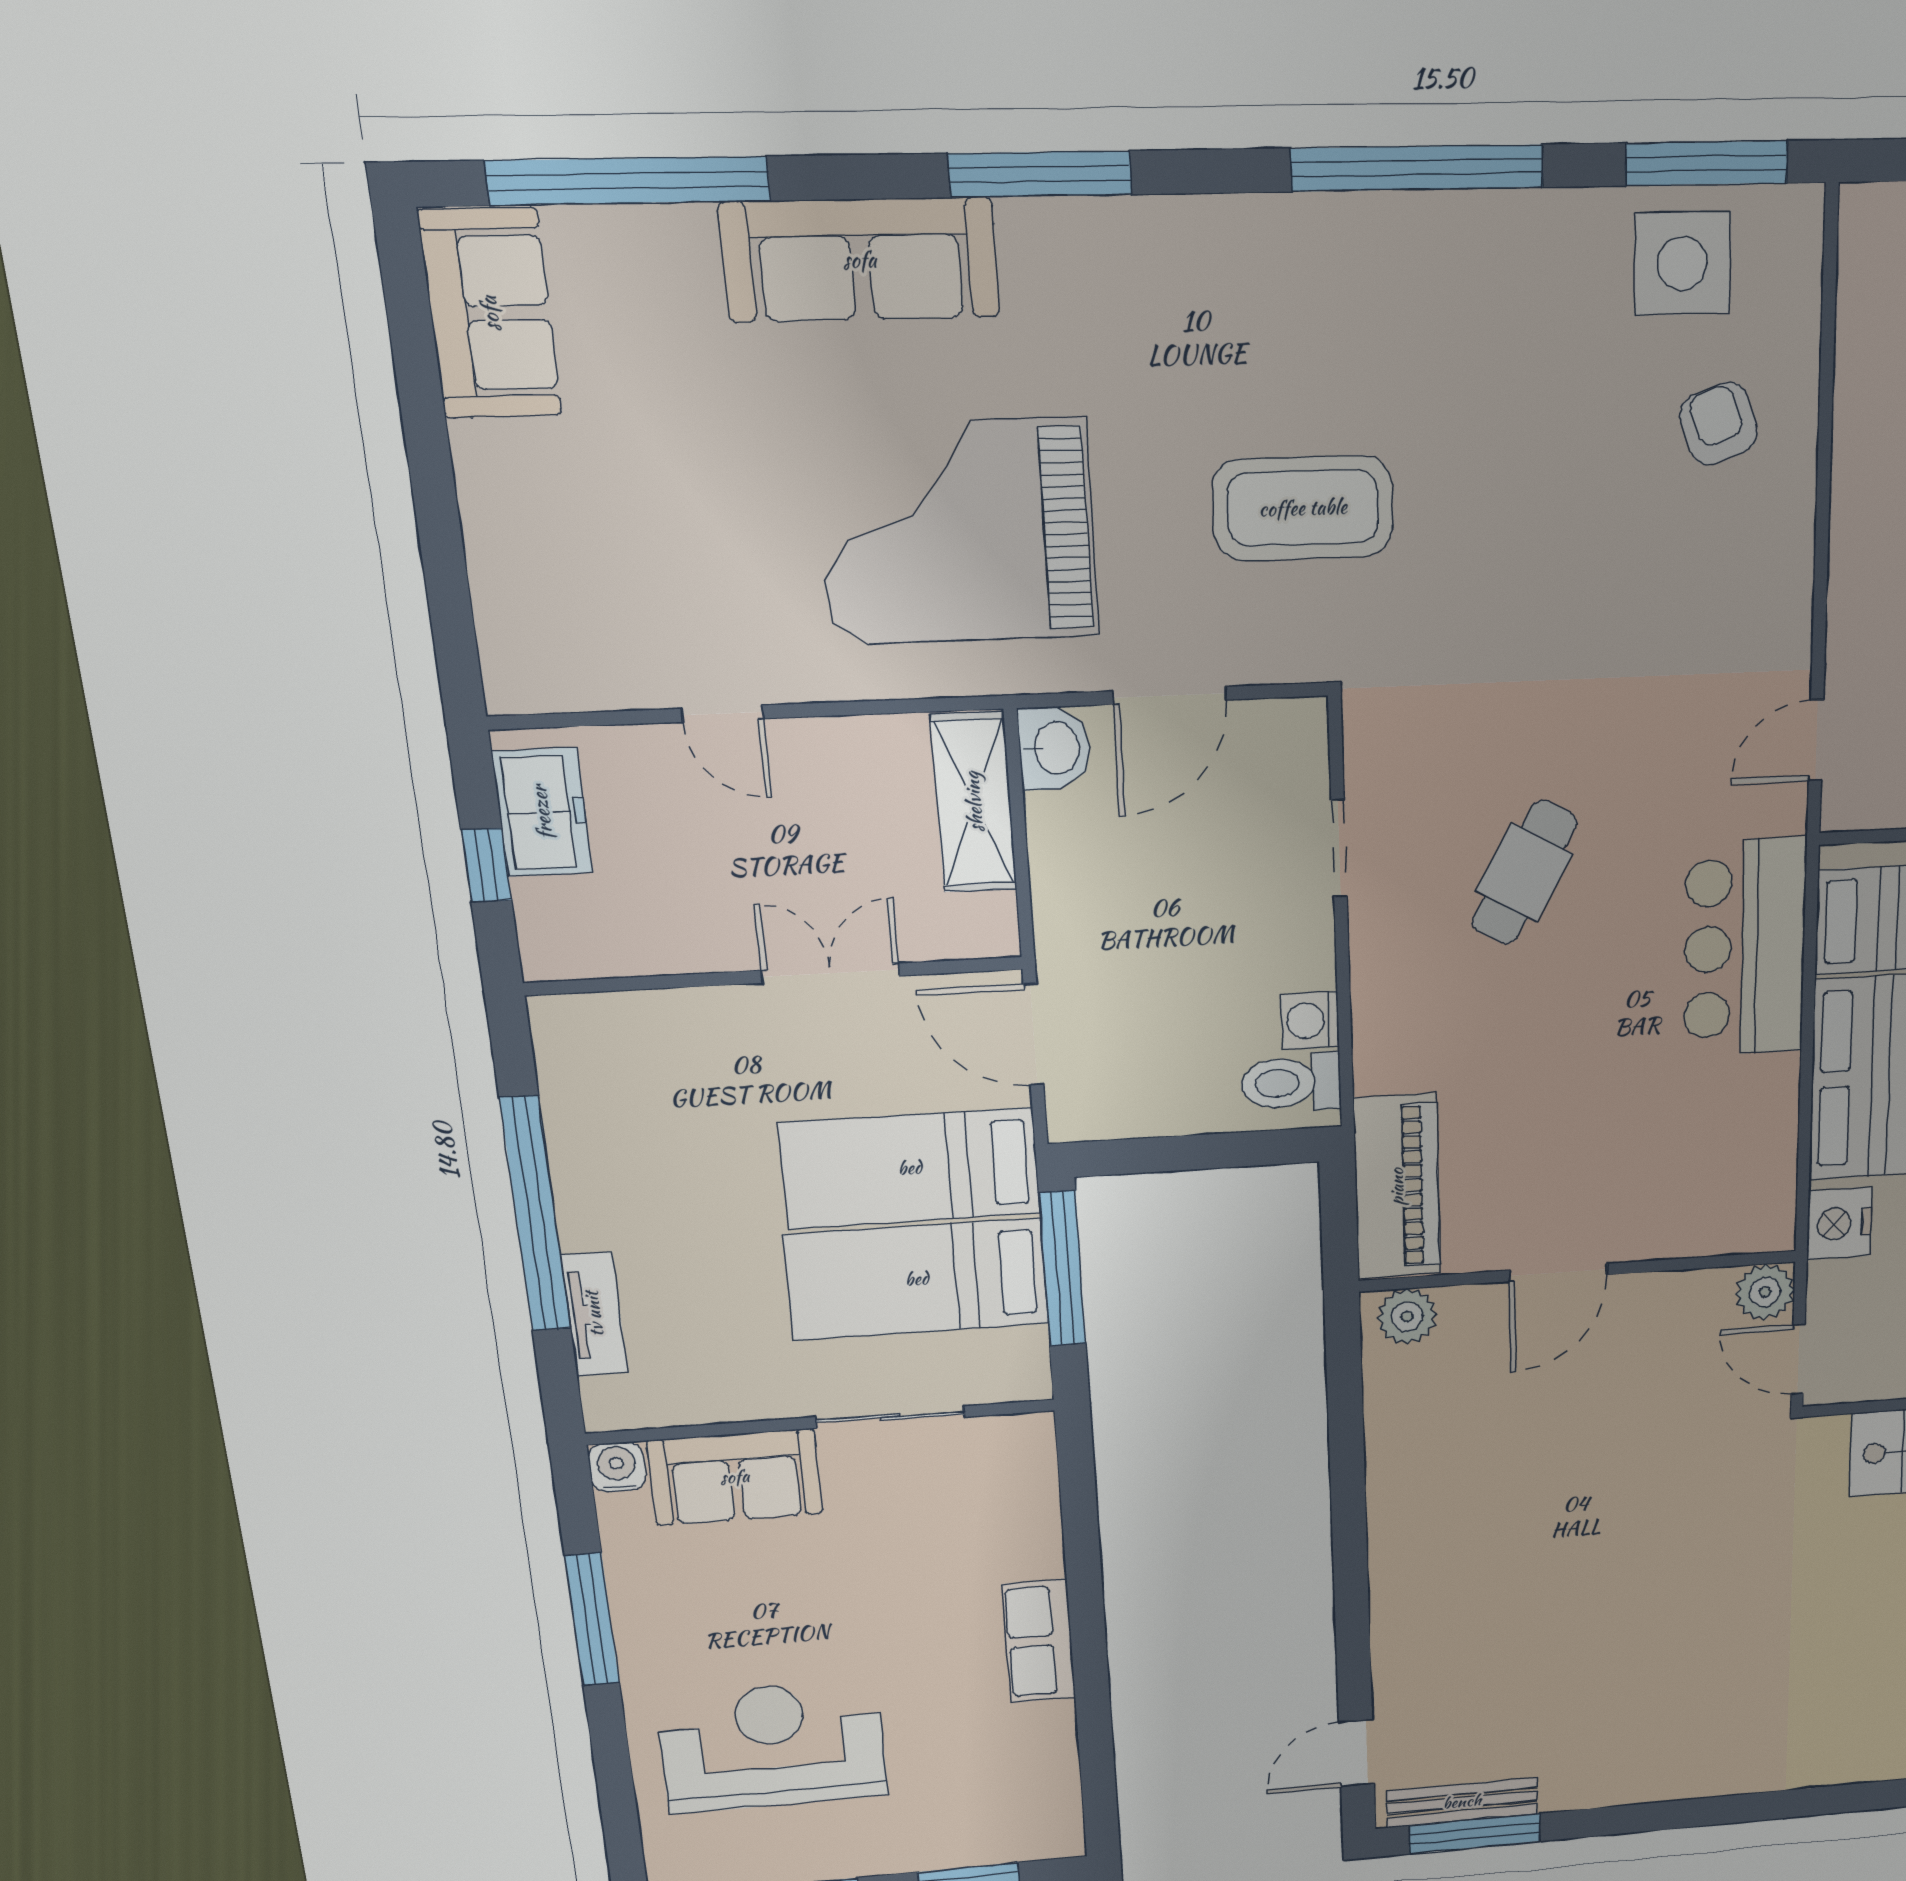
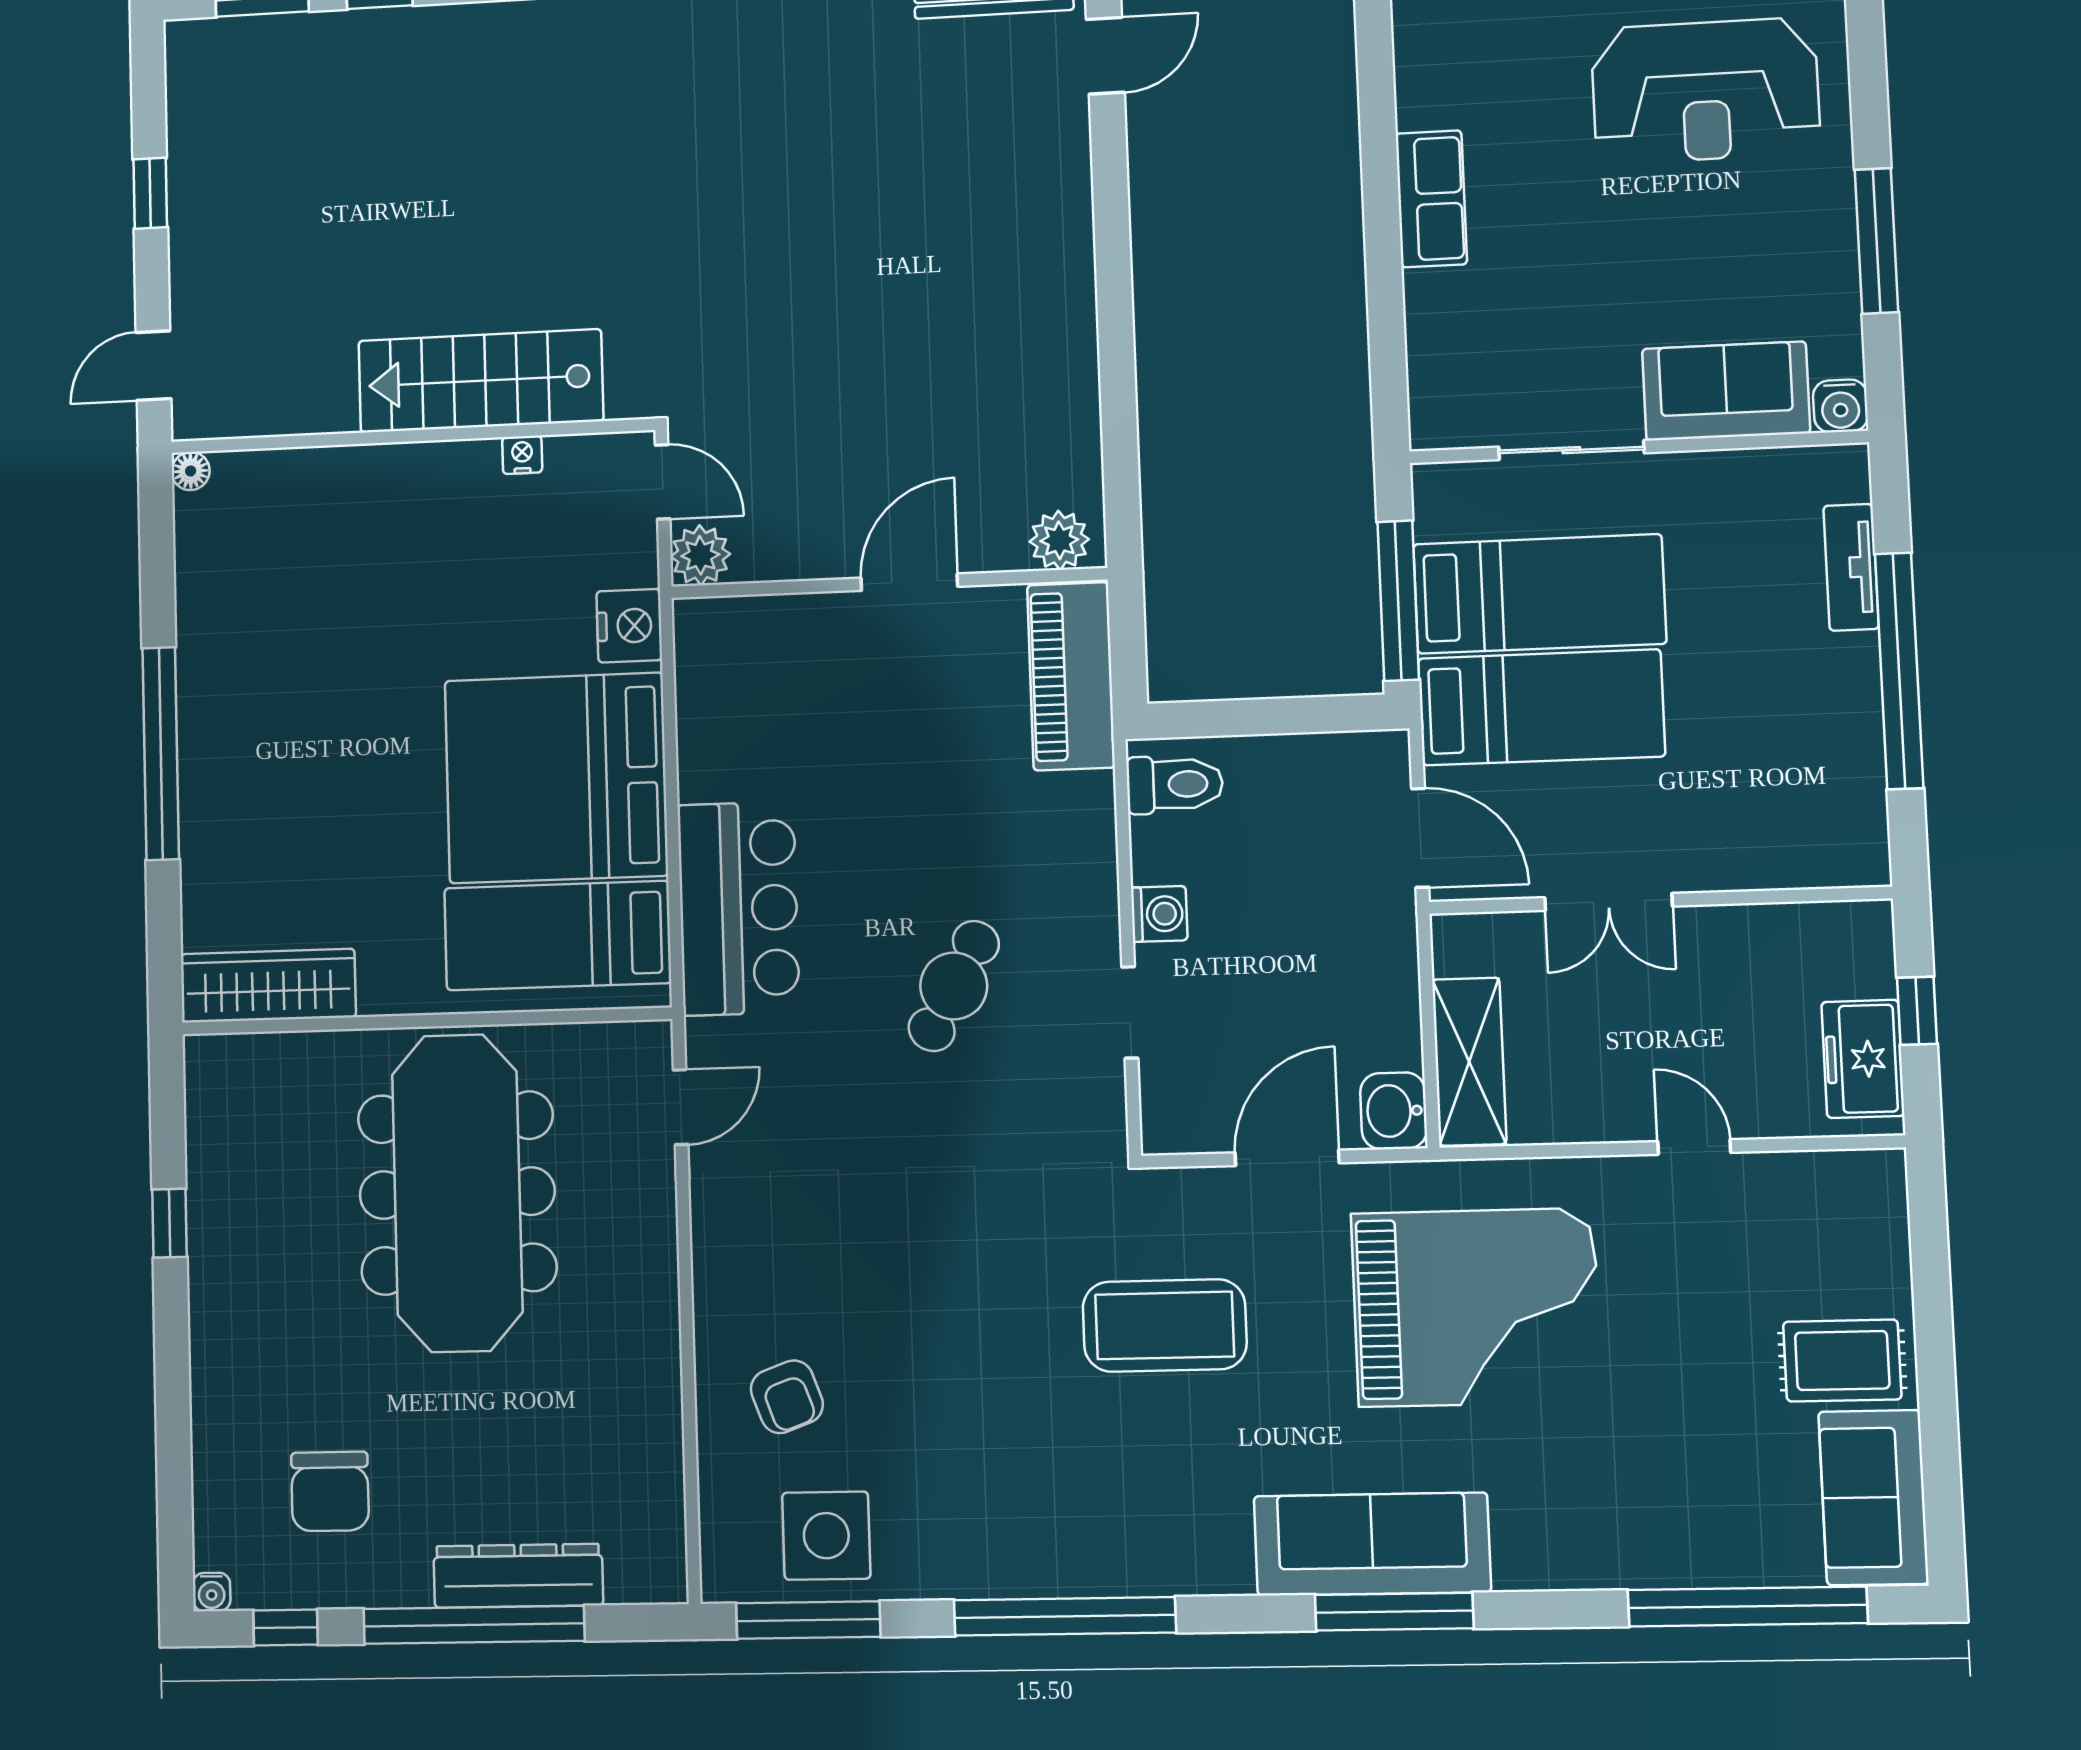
sofa: (860, 260) -> (1372, 1544), moved
rug: (539, 475) -> (1842, 1361), added
washing machine: (1310, 1020) -> (1159, 914), moved

